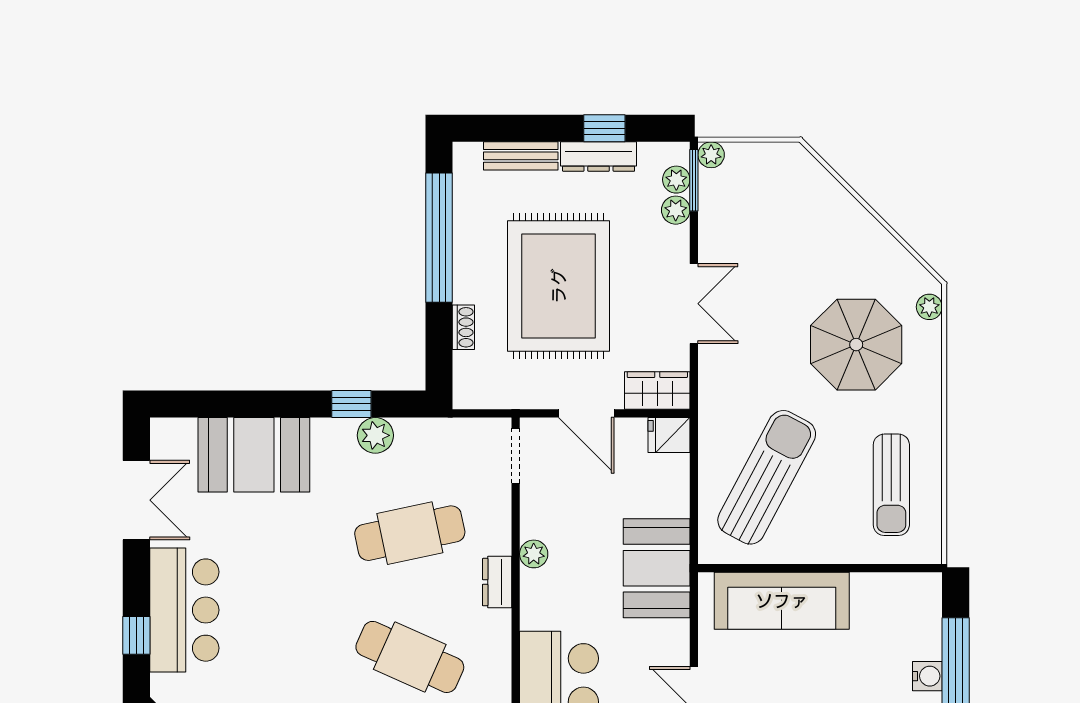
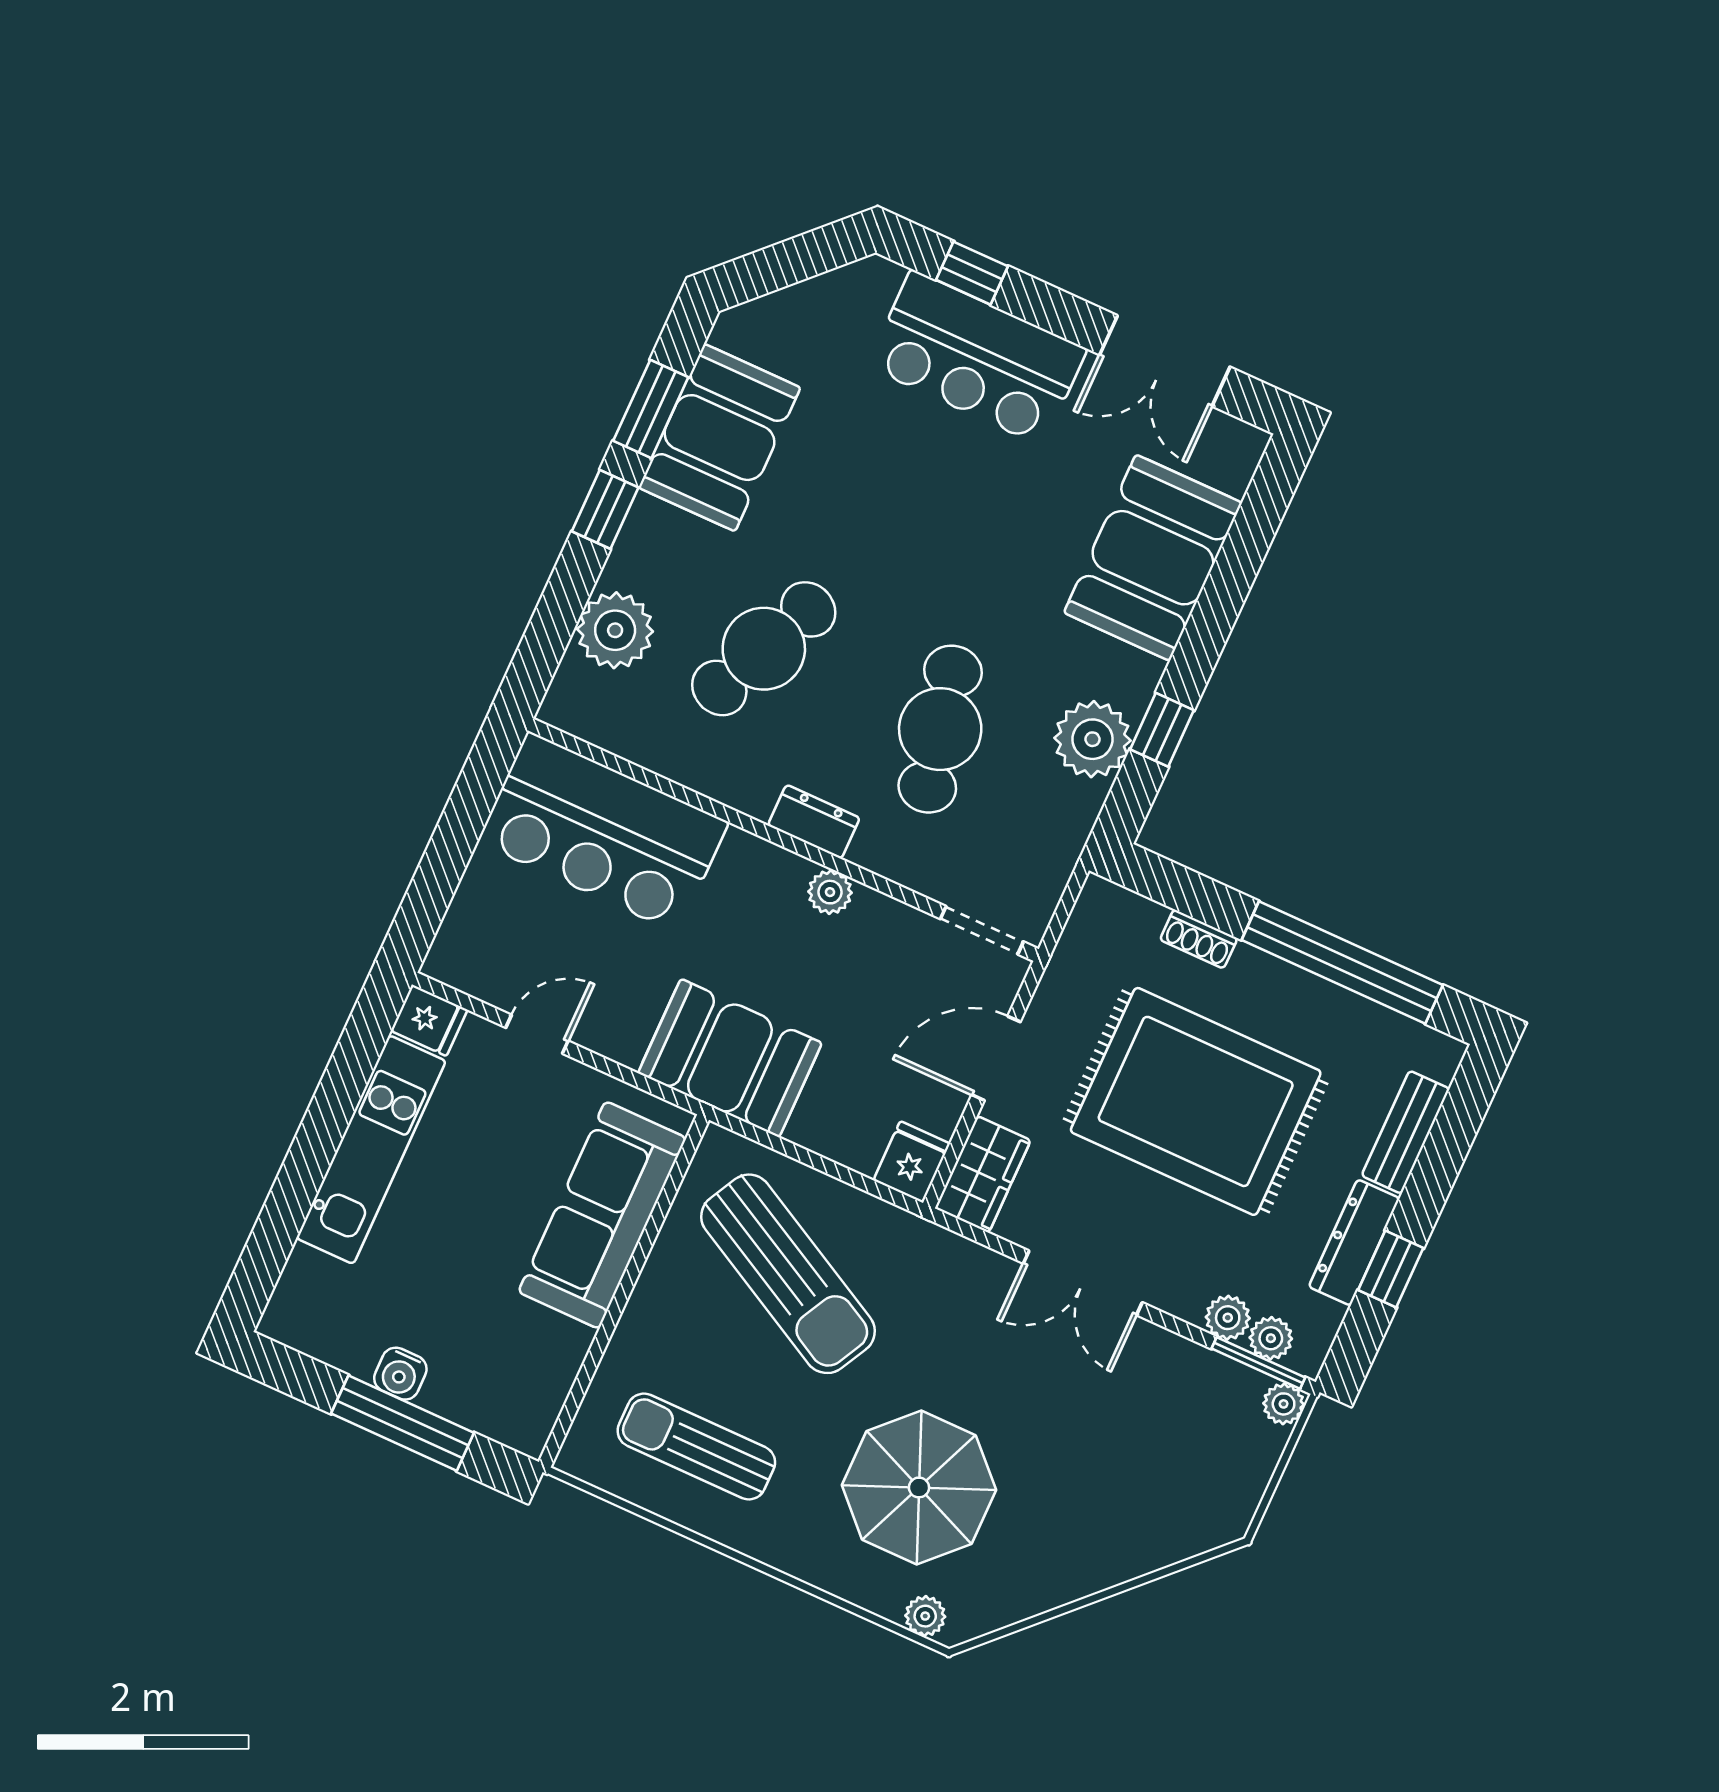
plant: (375, 435) -> (1093, 739), width x1.36, depth x1.36

